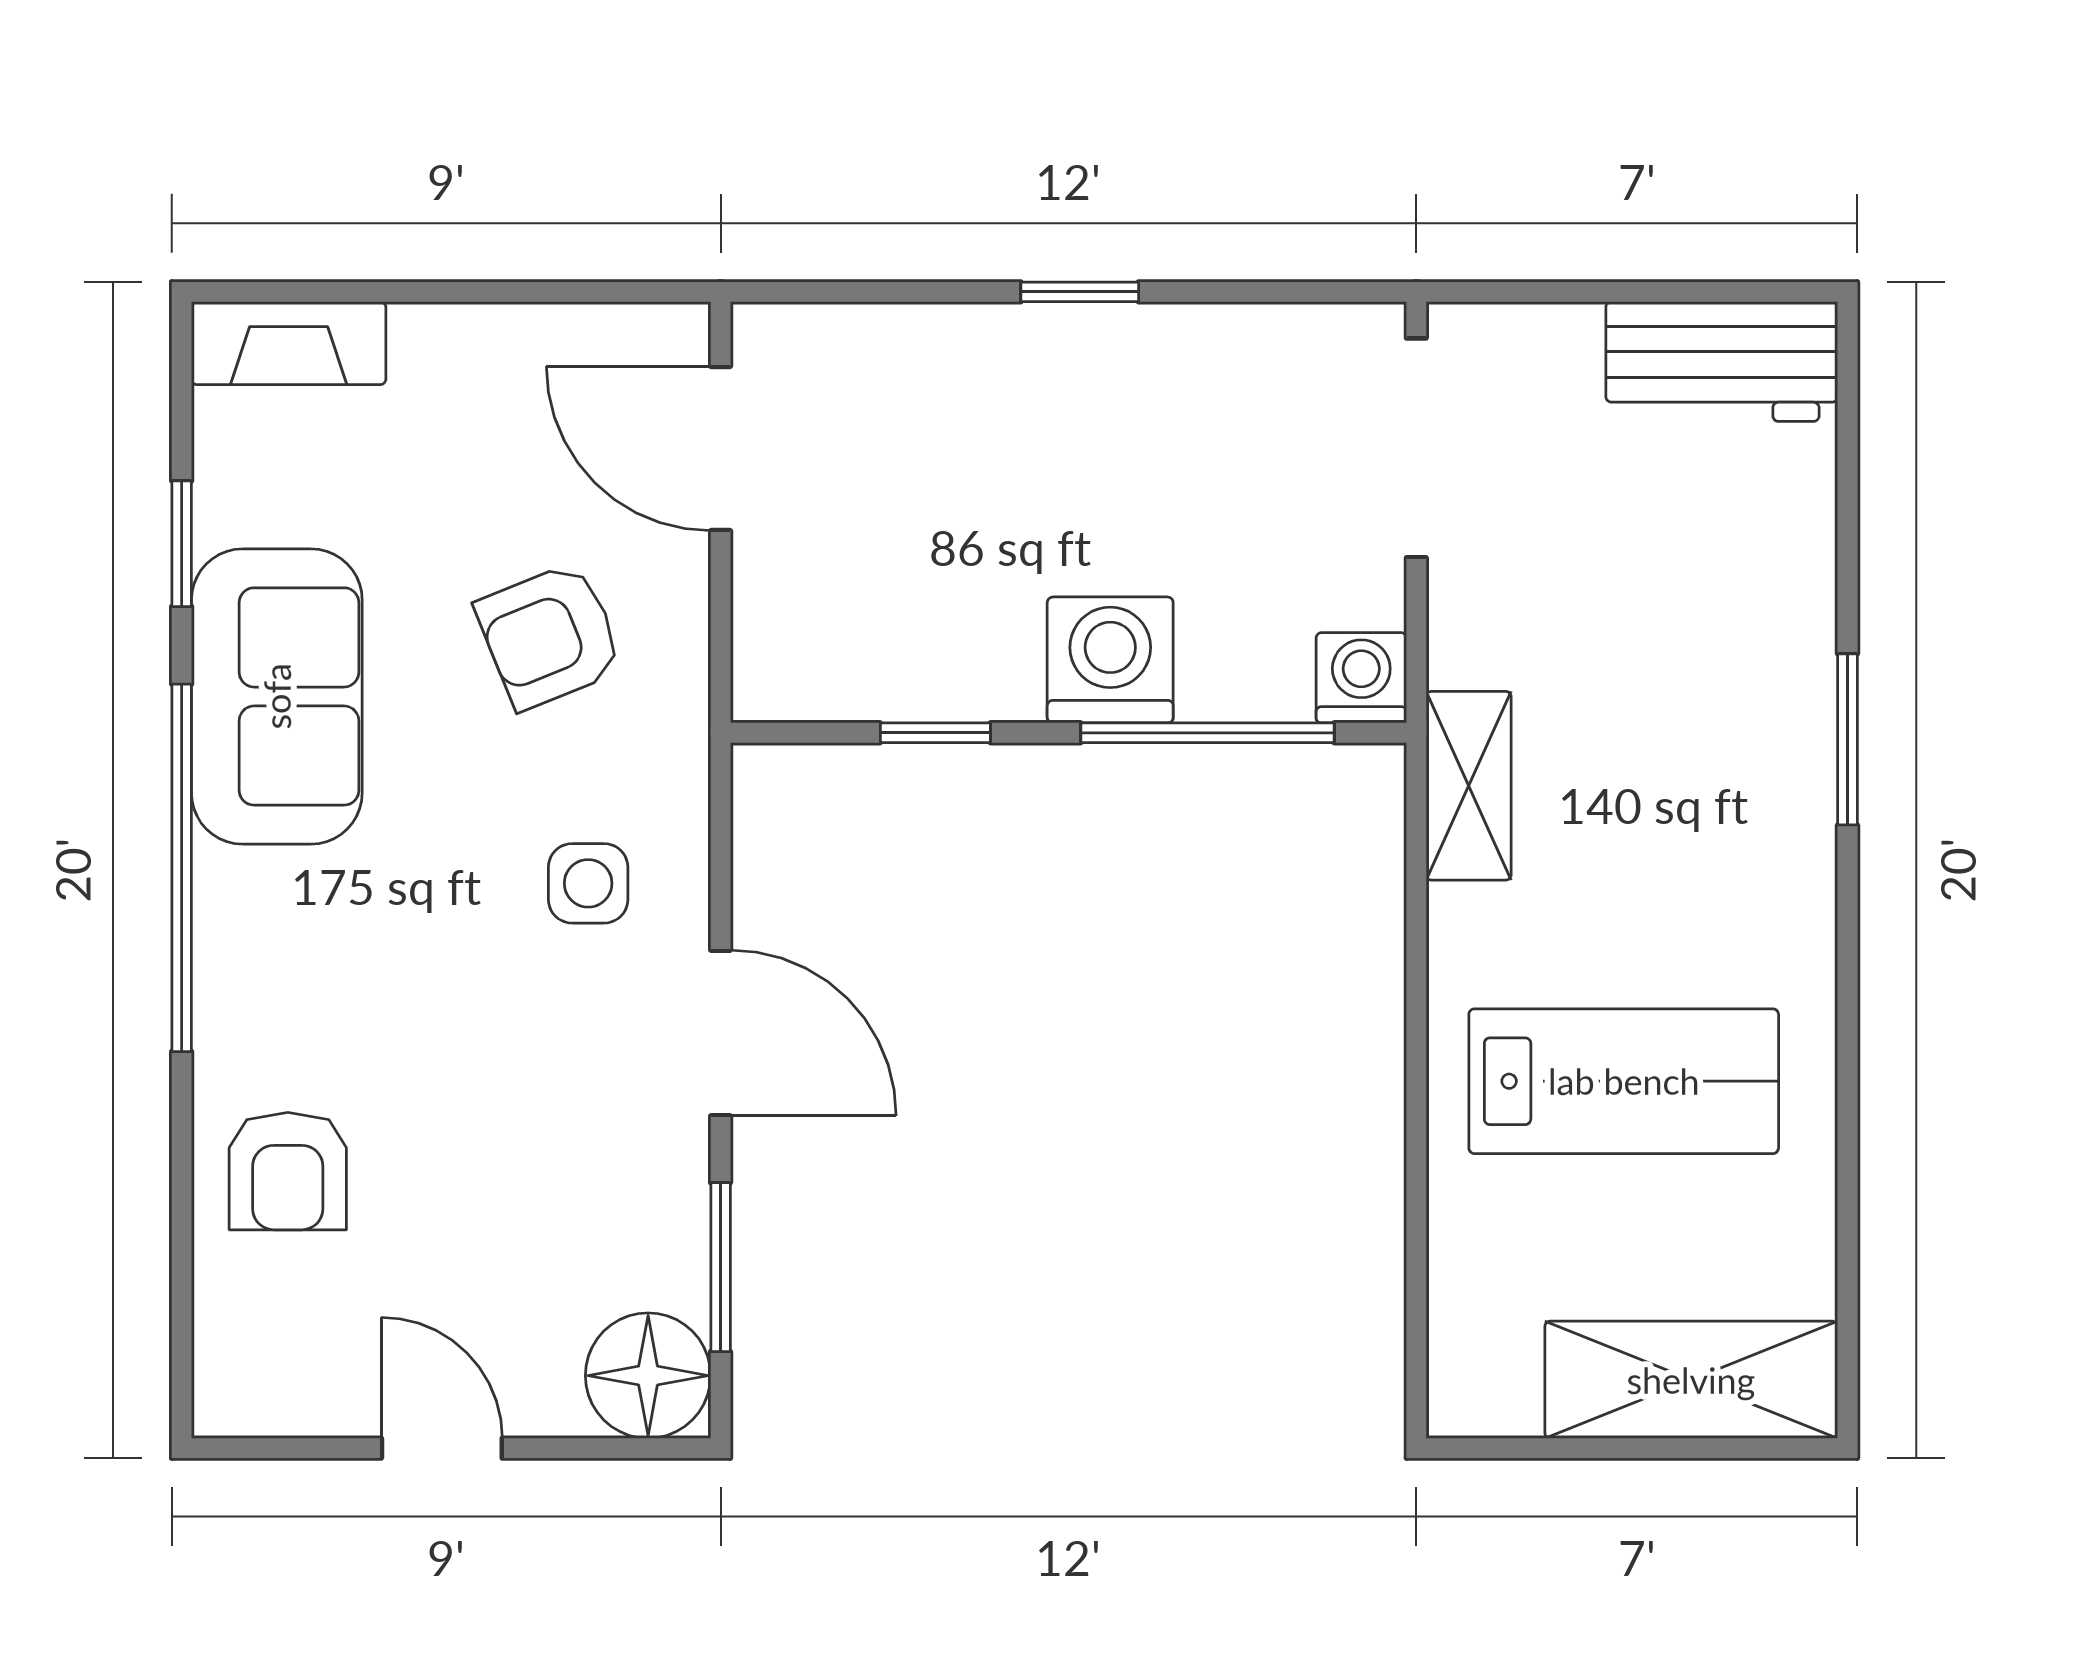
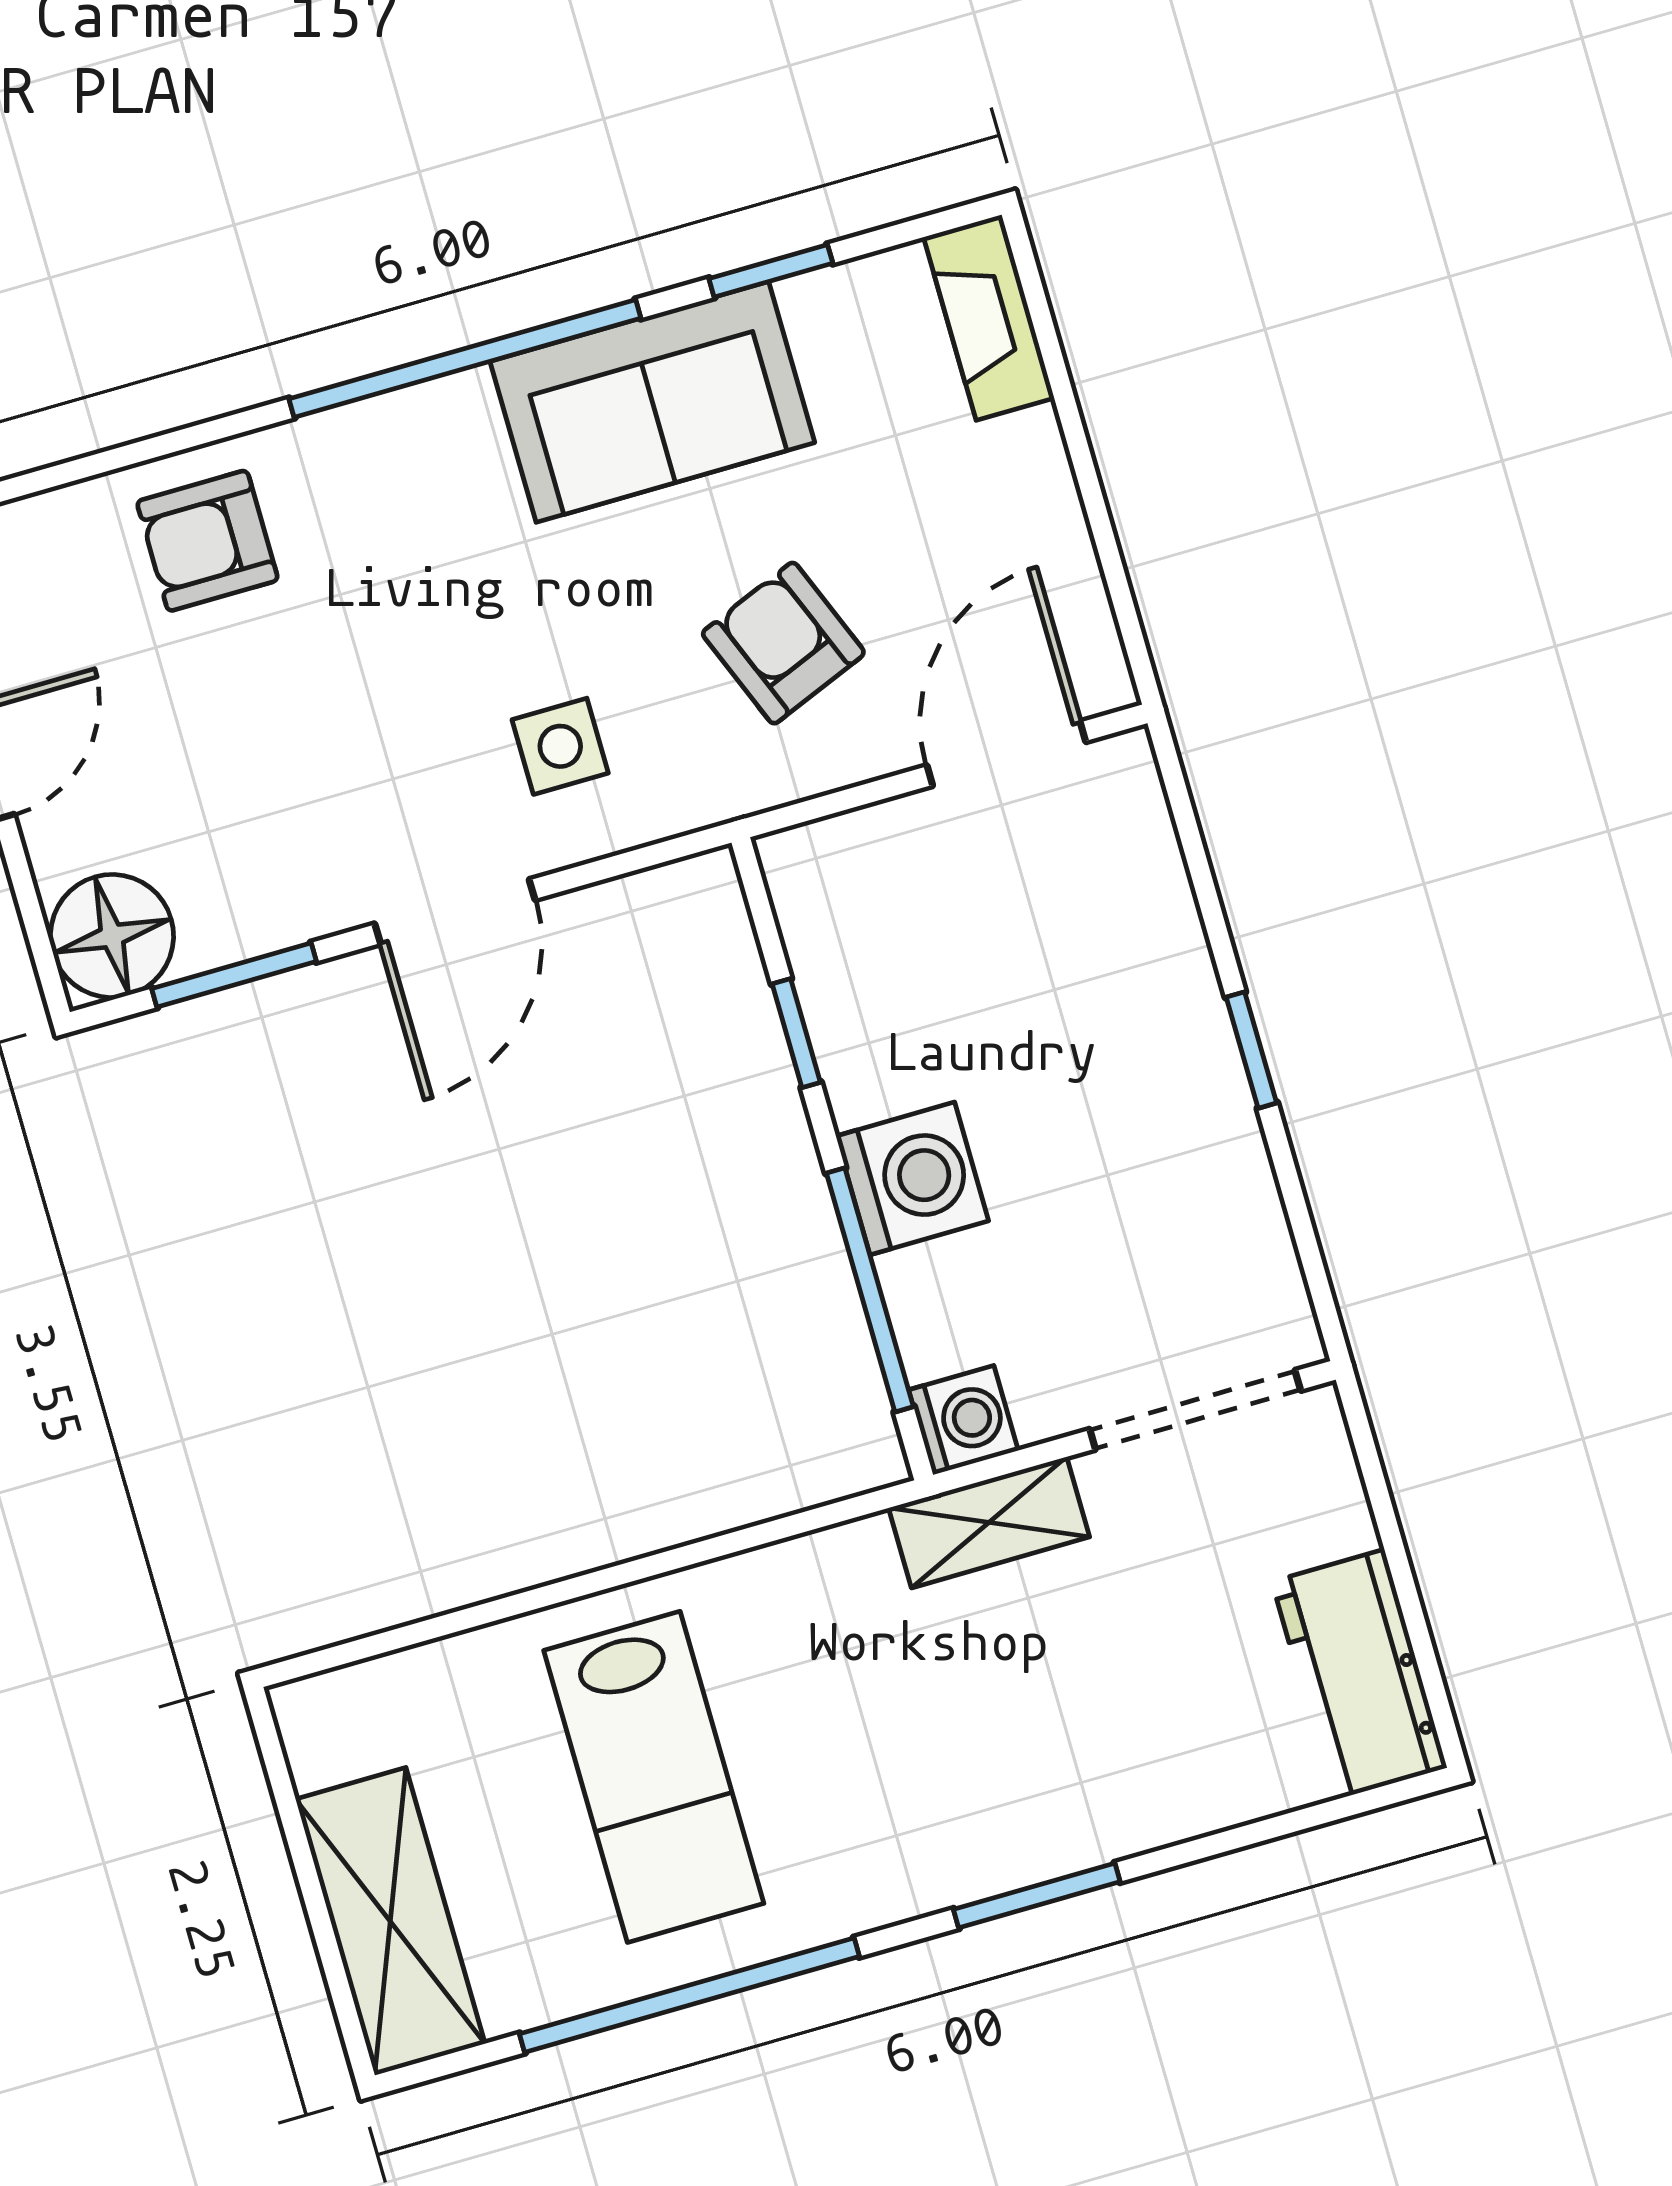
shelving: (1469, 786) -> (989, 1522), moved
window: (1847, 1108) -> (689, 1995), added

